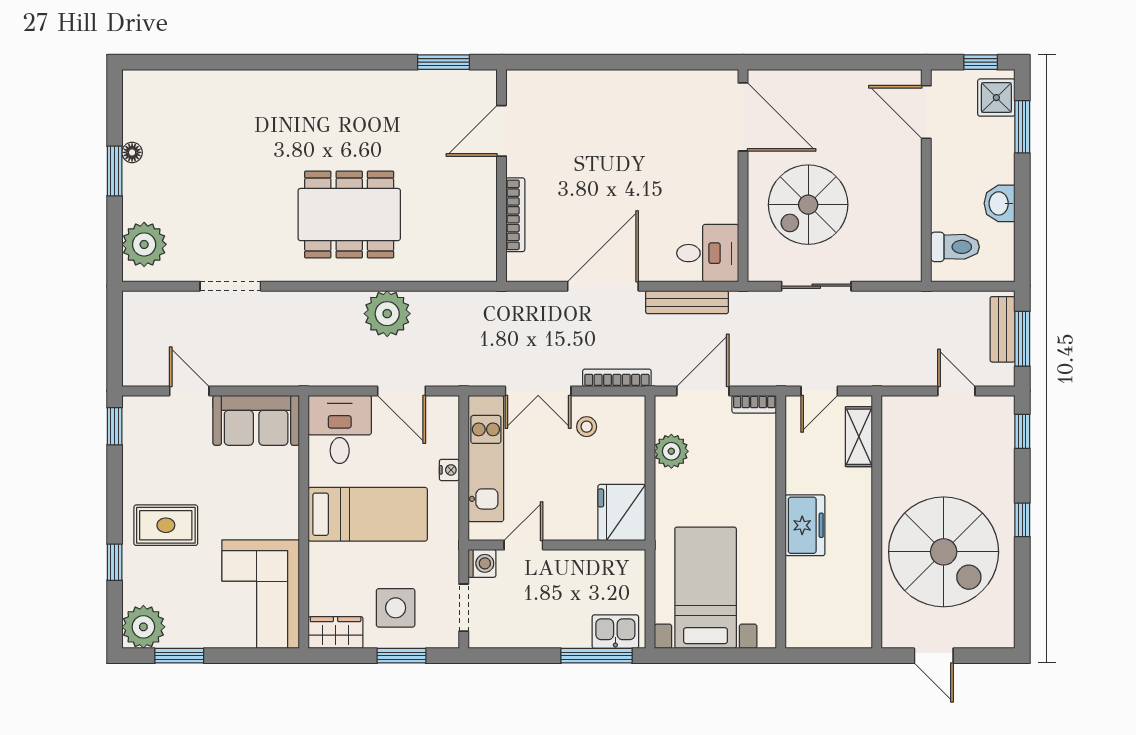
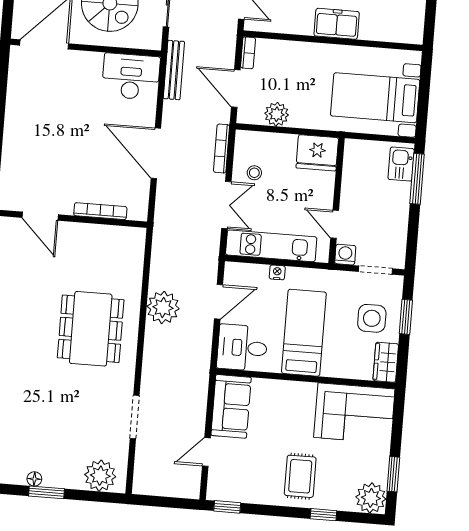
desk: (708, 253) -> (131, 77), width x1.37
bench: (687, 302) -> (174, 70), moved

